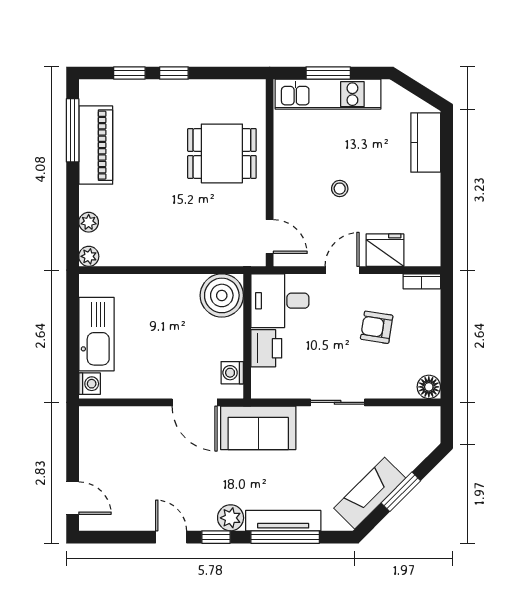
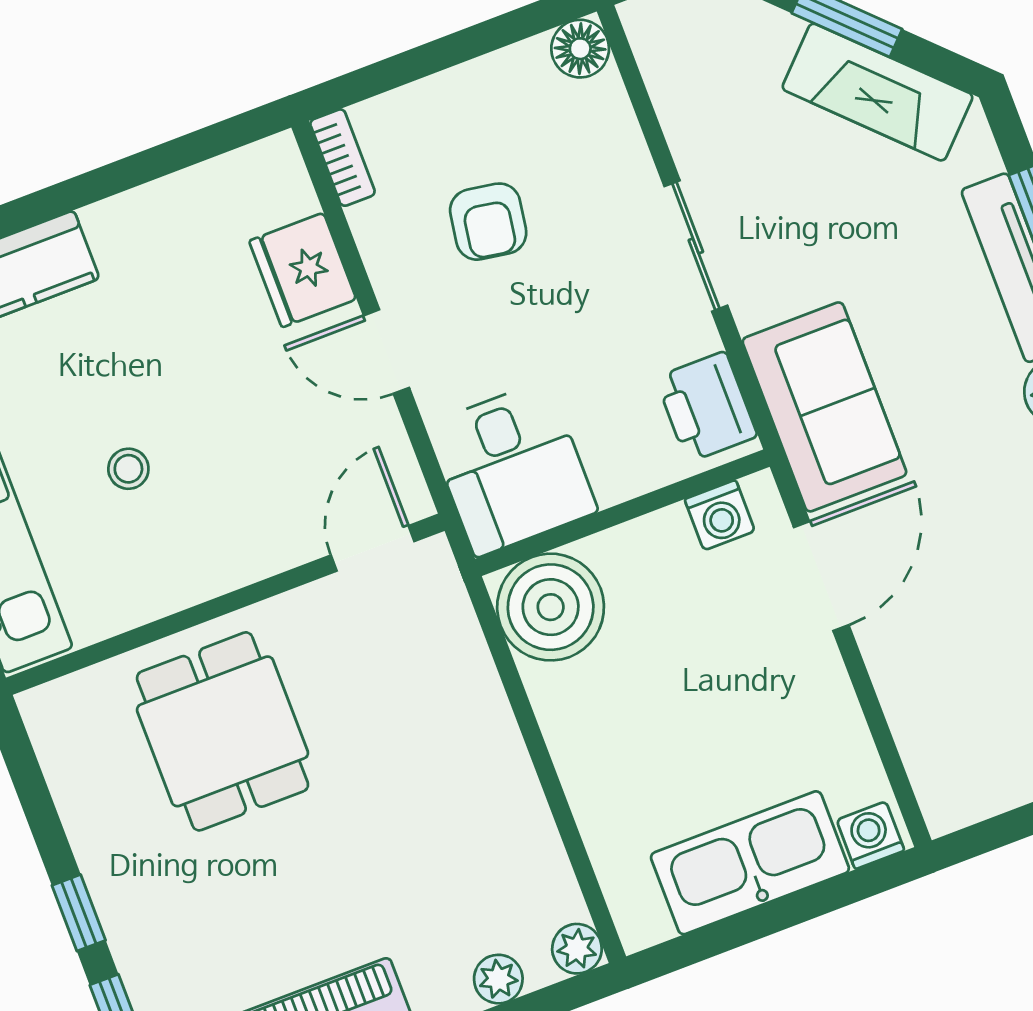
stool: (340, 189) -> (128, 469), moved
printer: (266, 348) -> (706, 407), moved, turned -90

